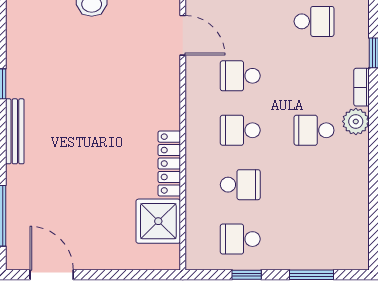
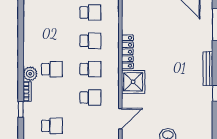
school desk: (314, 21) -> (52, 126), turned 180
door: (183, 35) -> (120, 119), swing flipped
school desk: (240, 185) -> (90, 41), turned 180
shower: (158, 221) -> (133, 82), moved

